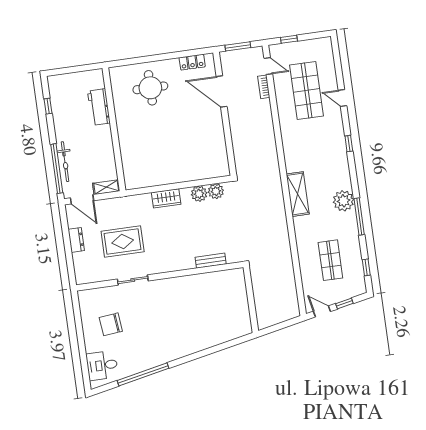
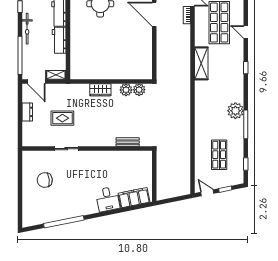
workbench: (104, 142) -> (59, 40), added
bicycle: (65, 162) -> (27, 29), moved
shelving: (298, 194) -> (201, 63), moved
rug: (123, 242) -> (62, 118), width x0.73, depth x0.70
filing cabinet: (229, 331) -> (134, 198), added
desk: (102, 365) -> (108, 199), moved, turned -101

